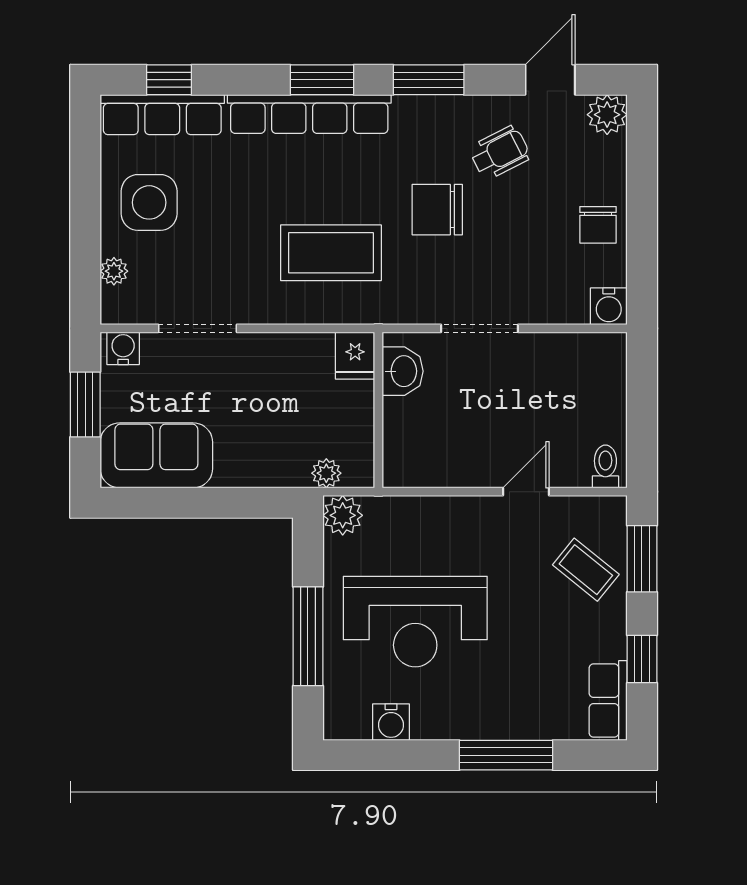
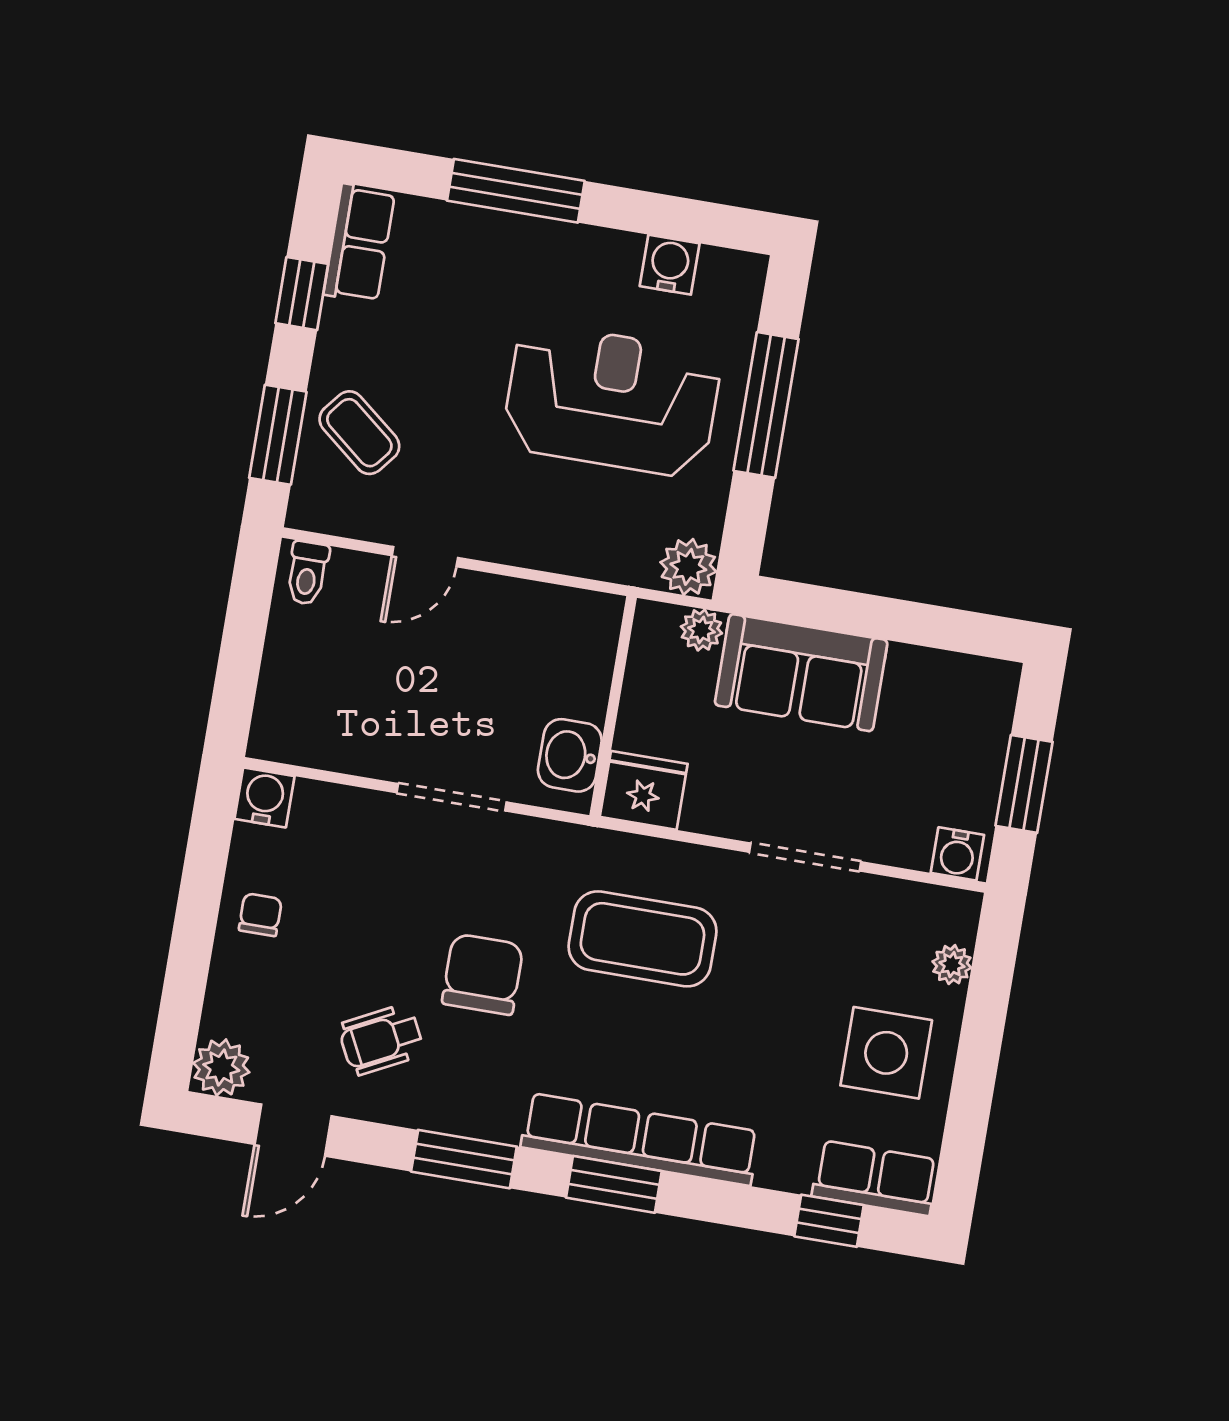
row of seats: (162, 115) -> (875, 1178), width x0.68
chair: (437, 210) -> (483, 974), turned -90
chair: (598, 225) -> (260, 915), width x0.73, depth x0.73
doorway: (198, 328) -> (805, 857), moved
fridge: (355, 356) -> (644, 790), width x1.38
sofa: (156, 455) -> (801, 673), moved

